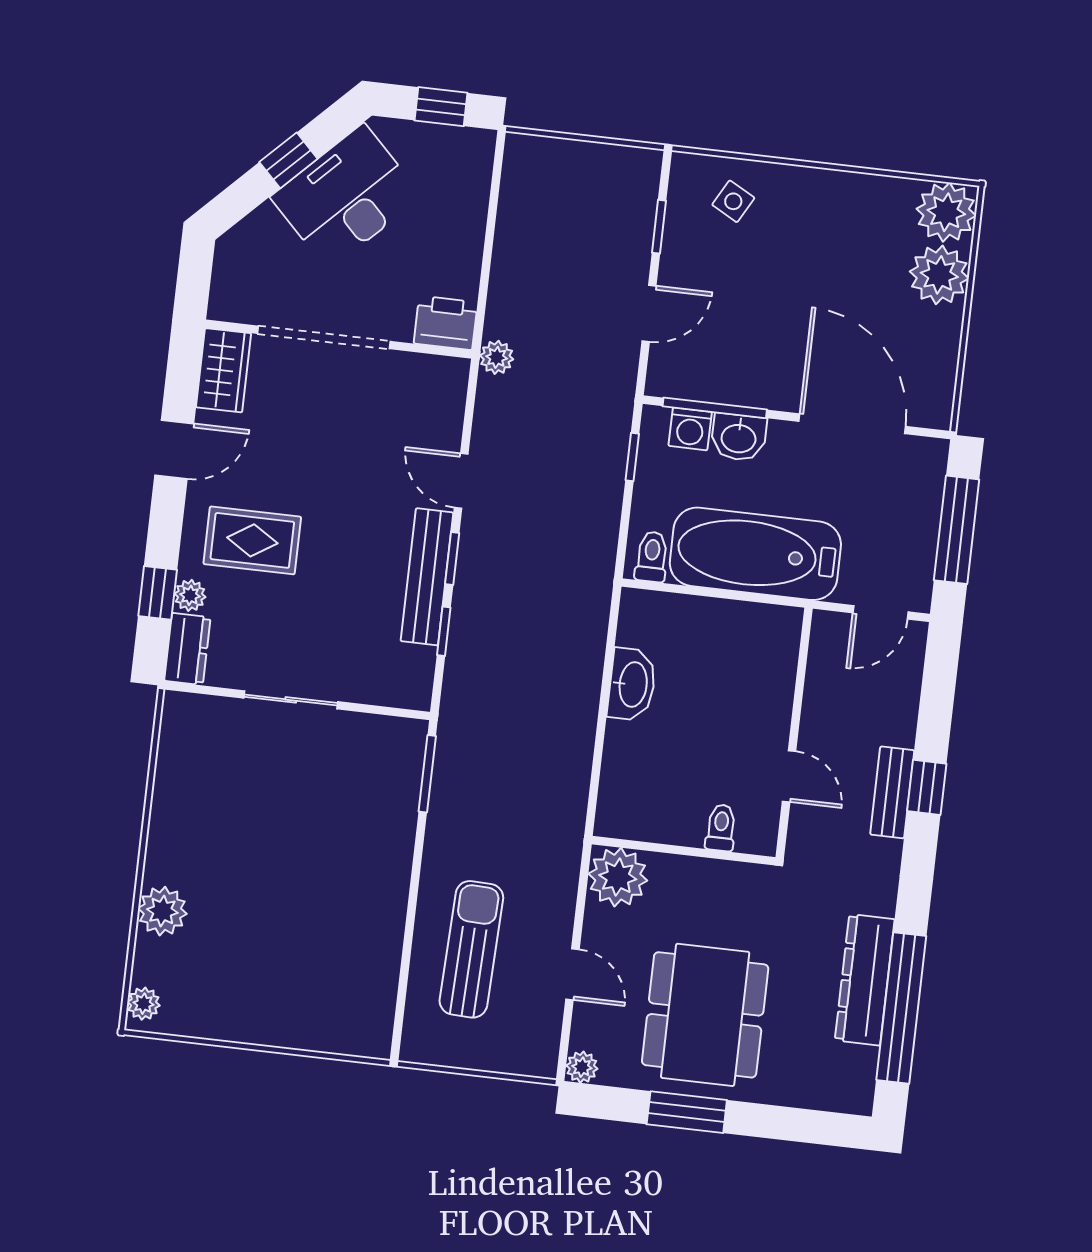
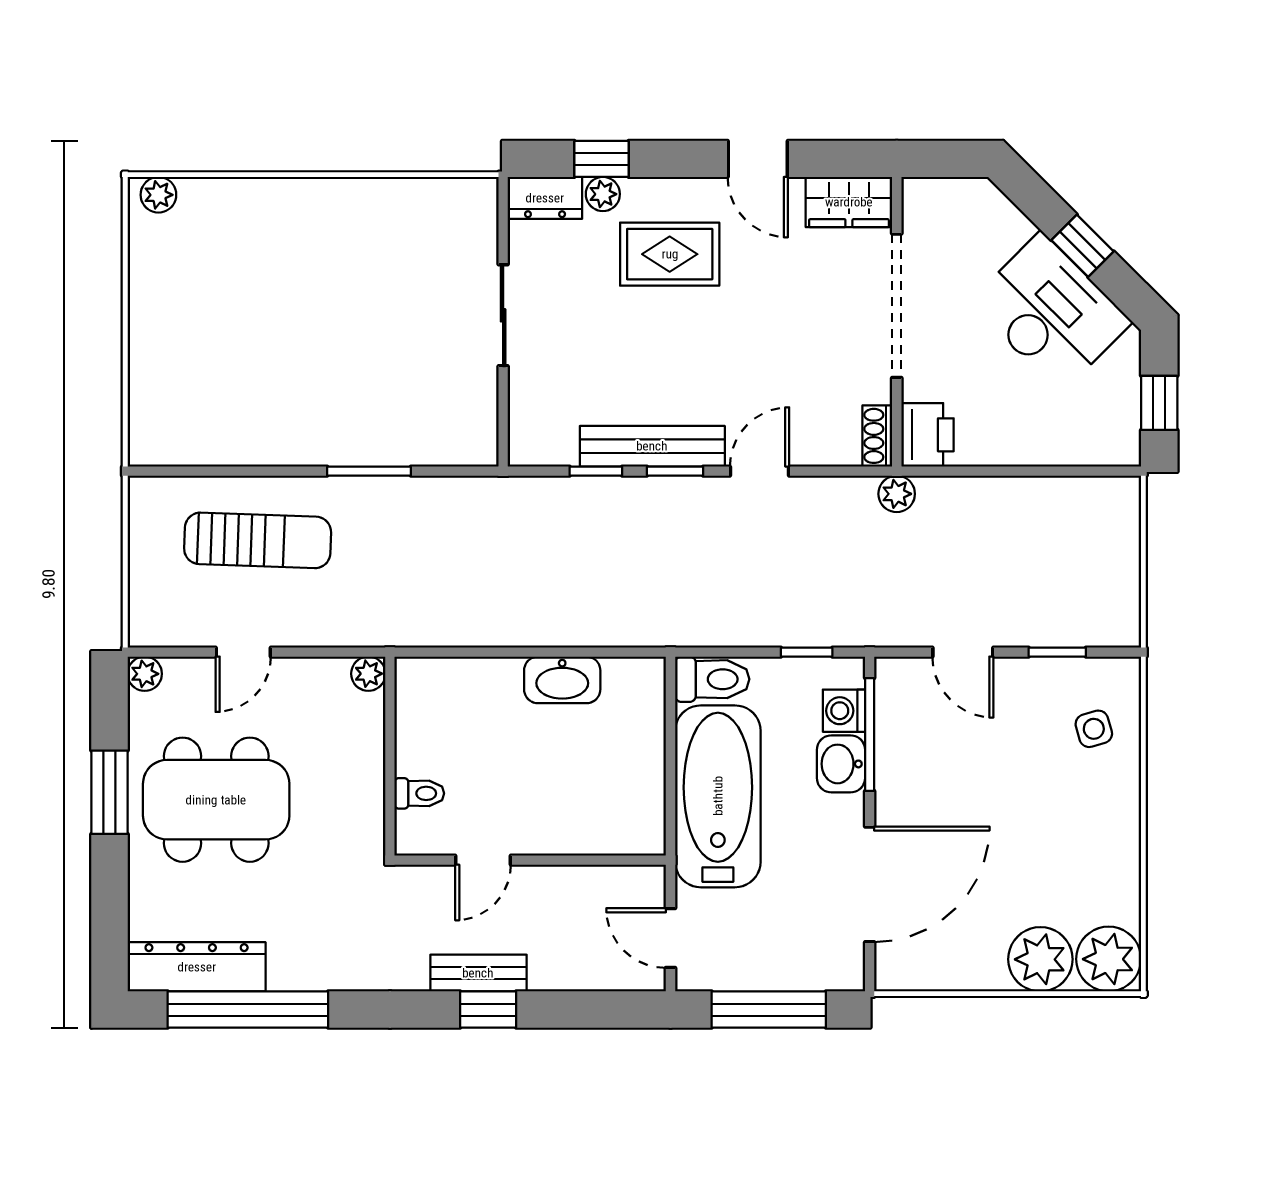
side table: (733, 201) -> (1094, 729), turned 45
shoe rack: (441, 369) -> (877, 436), added
rug: (252, 540) -> (670, 254), turned 90
toilet: (652, 557) -> (712, 679), width x1.37, depth x1.39
window: (427, 774) -> (369, 471), moved
plant: (618, 877) -> (368, 674), width x0.53, depth x0.53
plant: (162, 911) -> (260, 204), removed
dresser: (865, 980) -> (197, 967), moved

